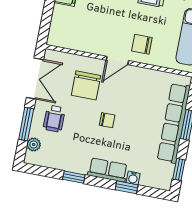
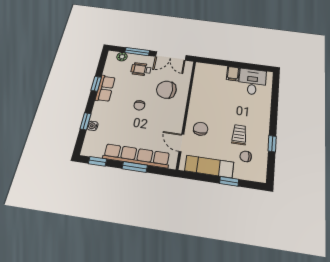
door: (117, 60) -> (181, 143), moved
row of seats: (108, 170) -> (105, 88), moved

